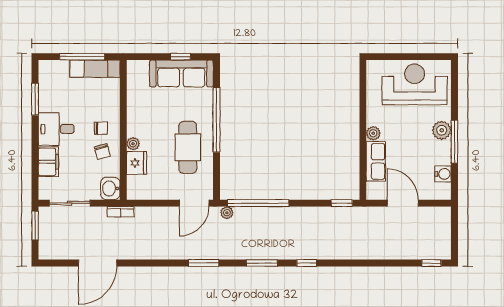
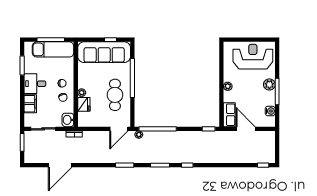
exam couch: (95, 69) -> (53, 49), width x1.36, depth x1.45
sofa: (181, 73) -> (104, 52), width x1.36, depth x1.27
row of seats: (376, 161) -> (229, 115), moved

